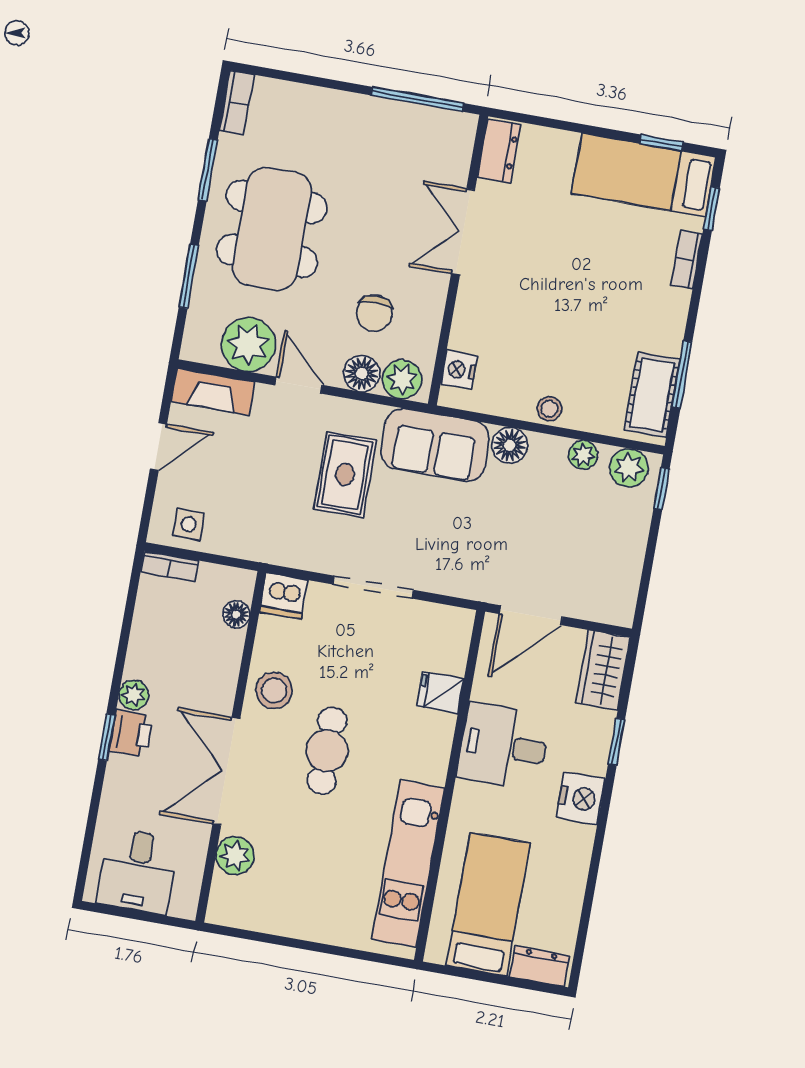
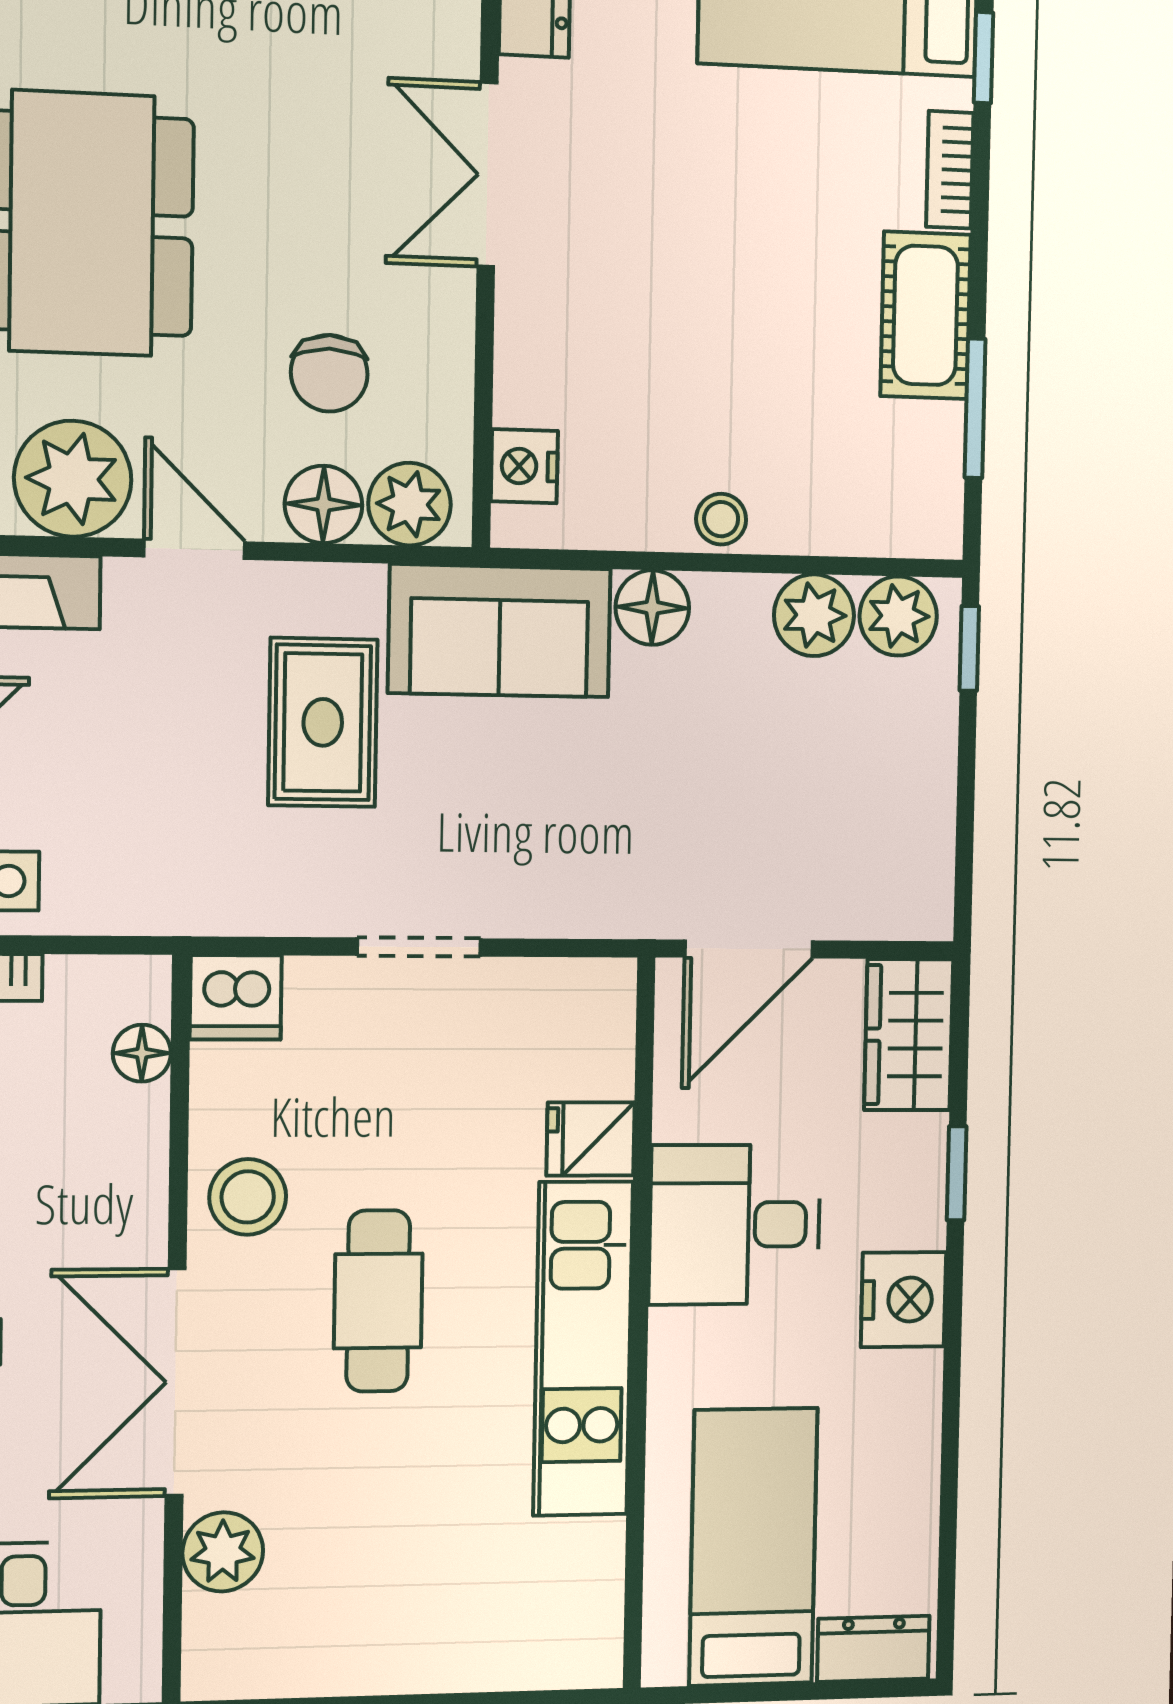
cot: (652, 395) -> (925, 315), moved
plant: (583, 455) -> (814, 615), width x1.38, depth x1.38
doorway: (373, 587) -> (419, 947), width x0.73
kitchen unit: (408, 864) -> (583, 1349), moved

